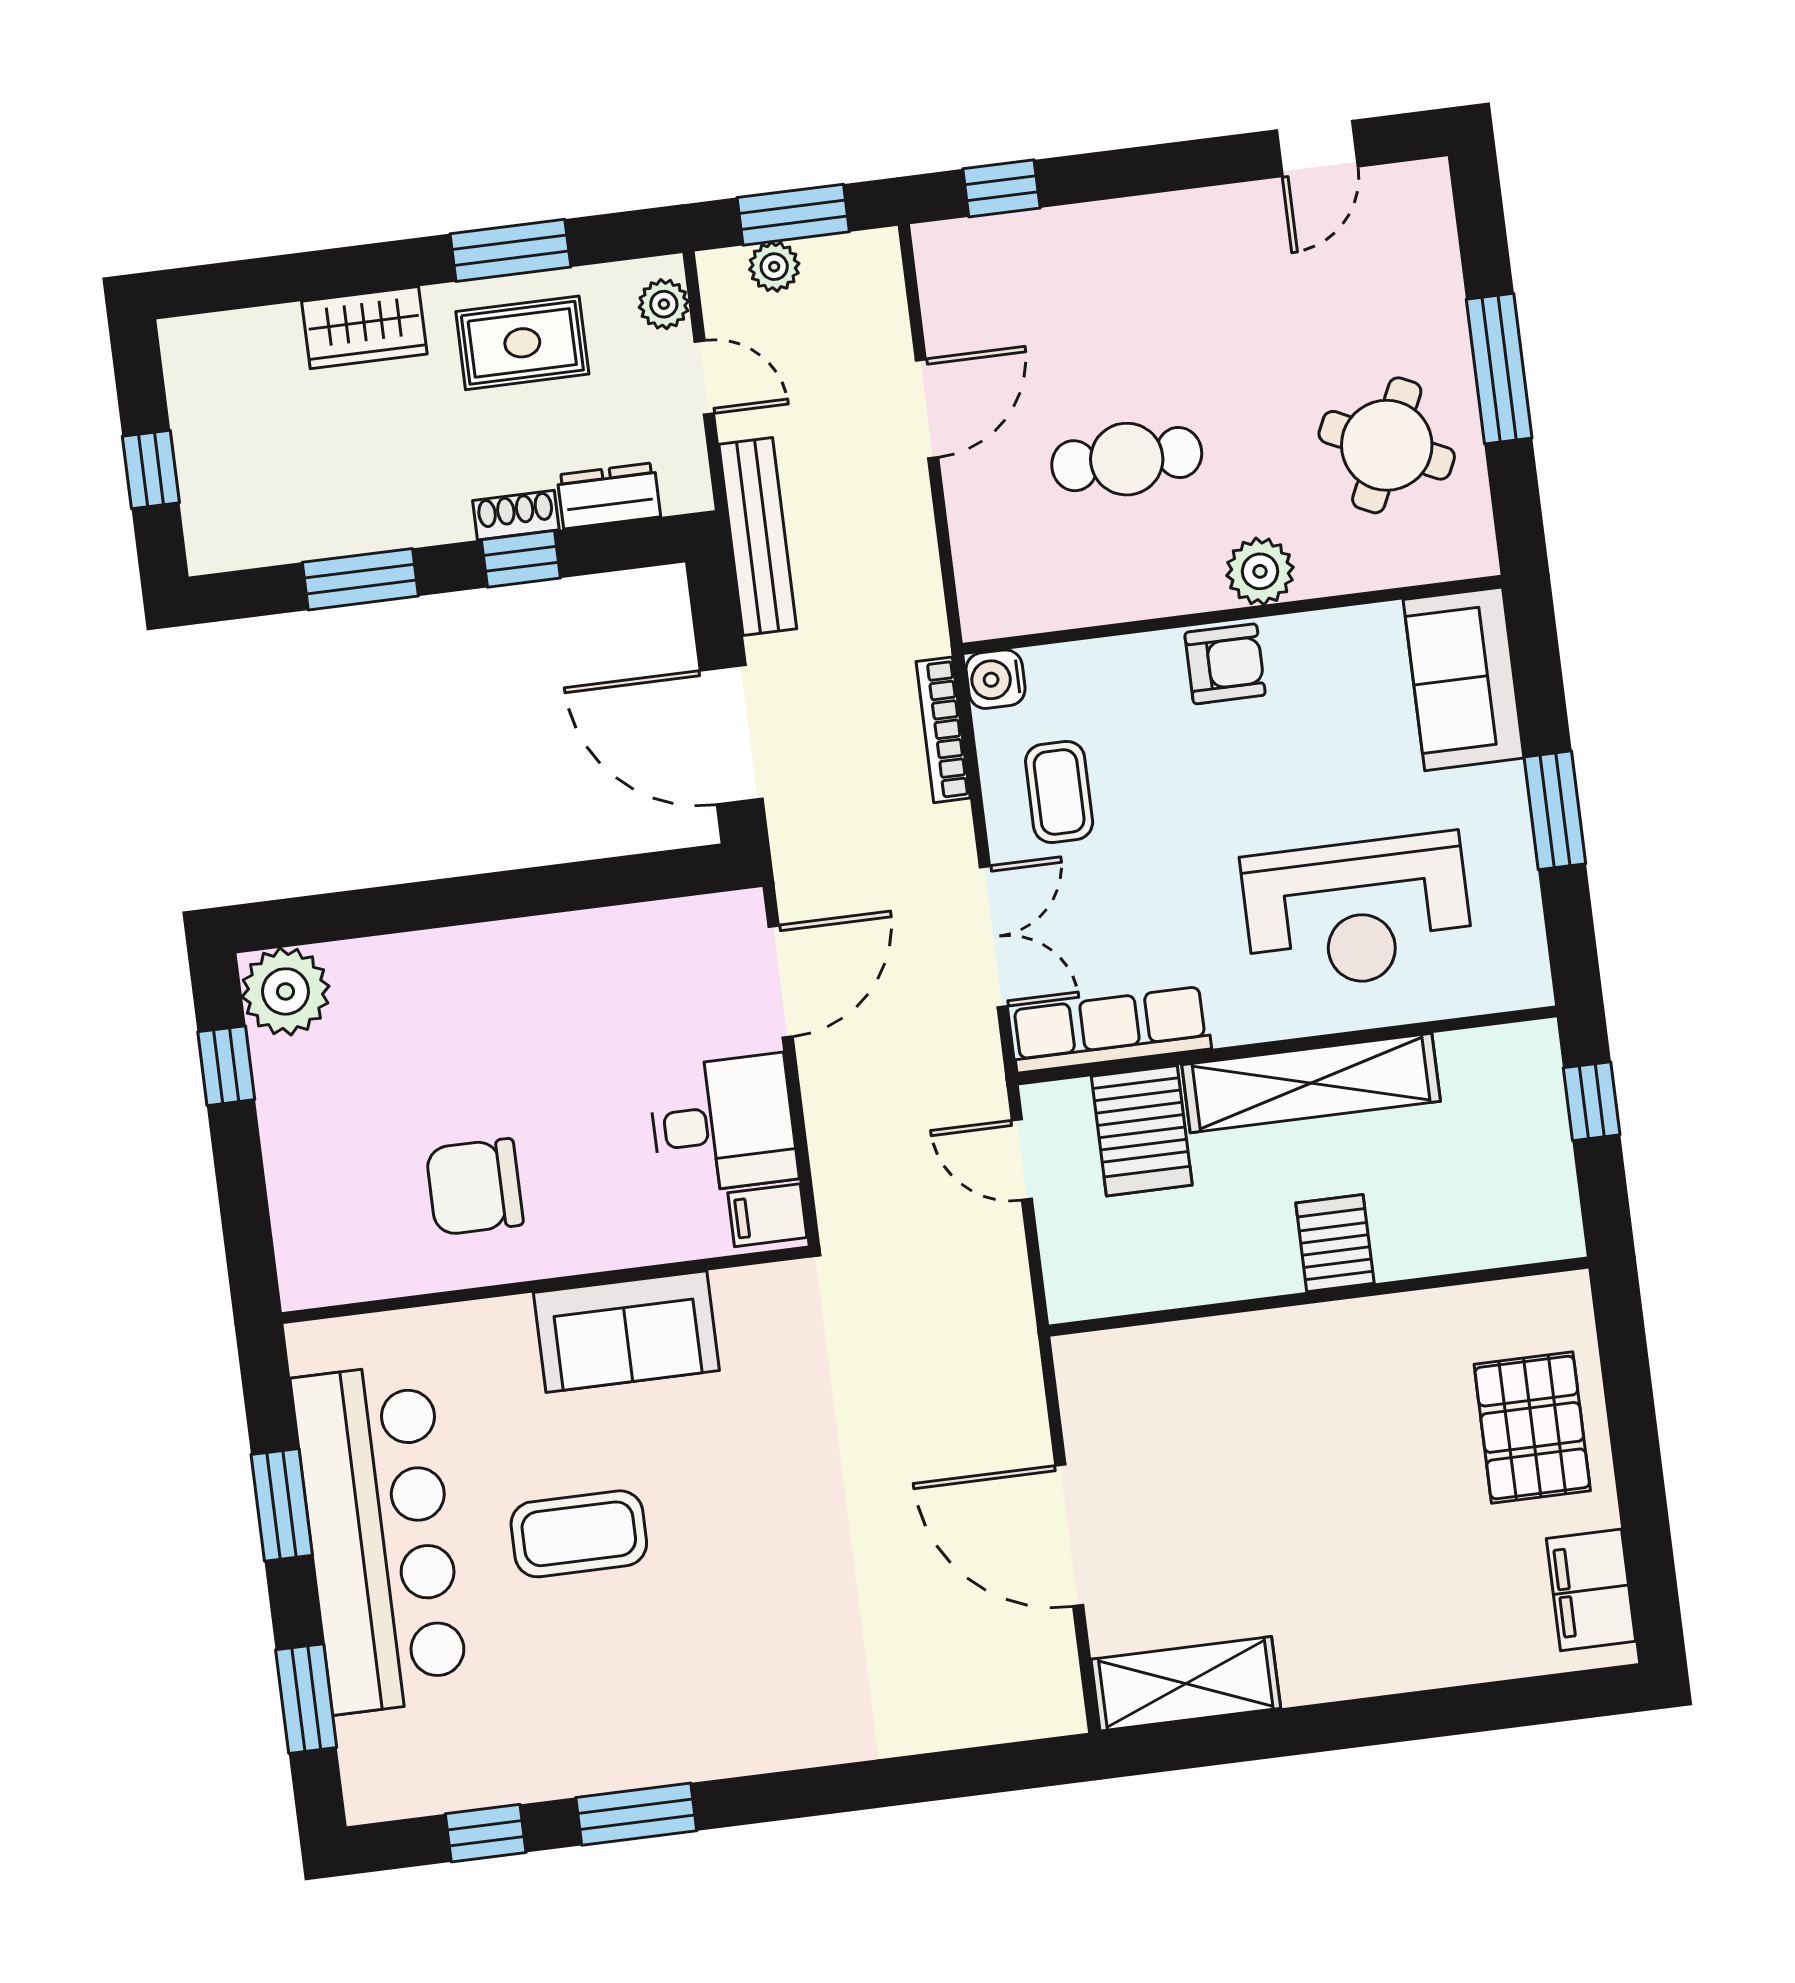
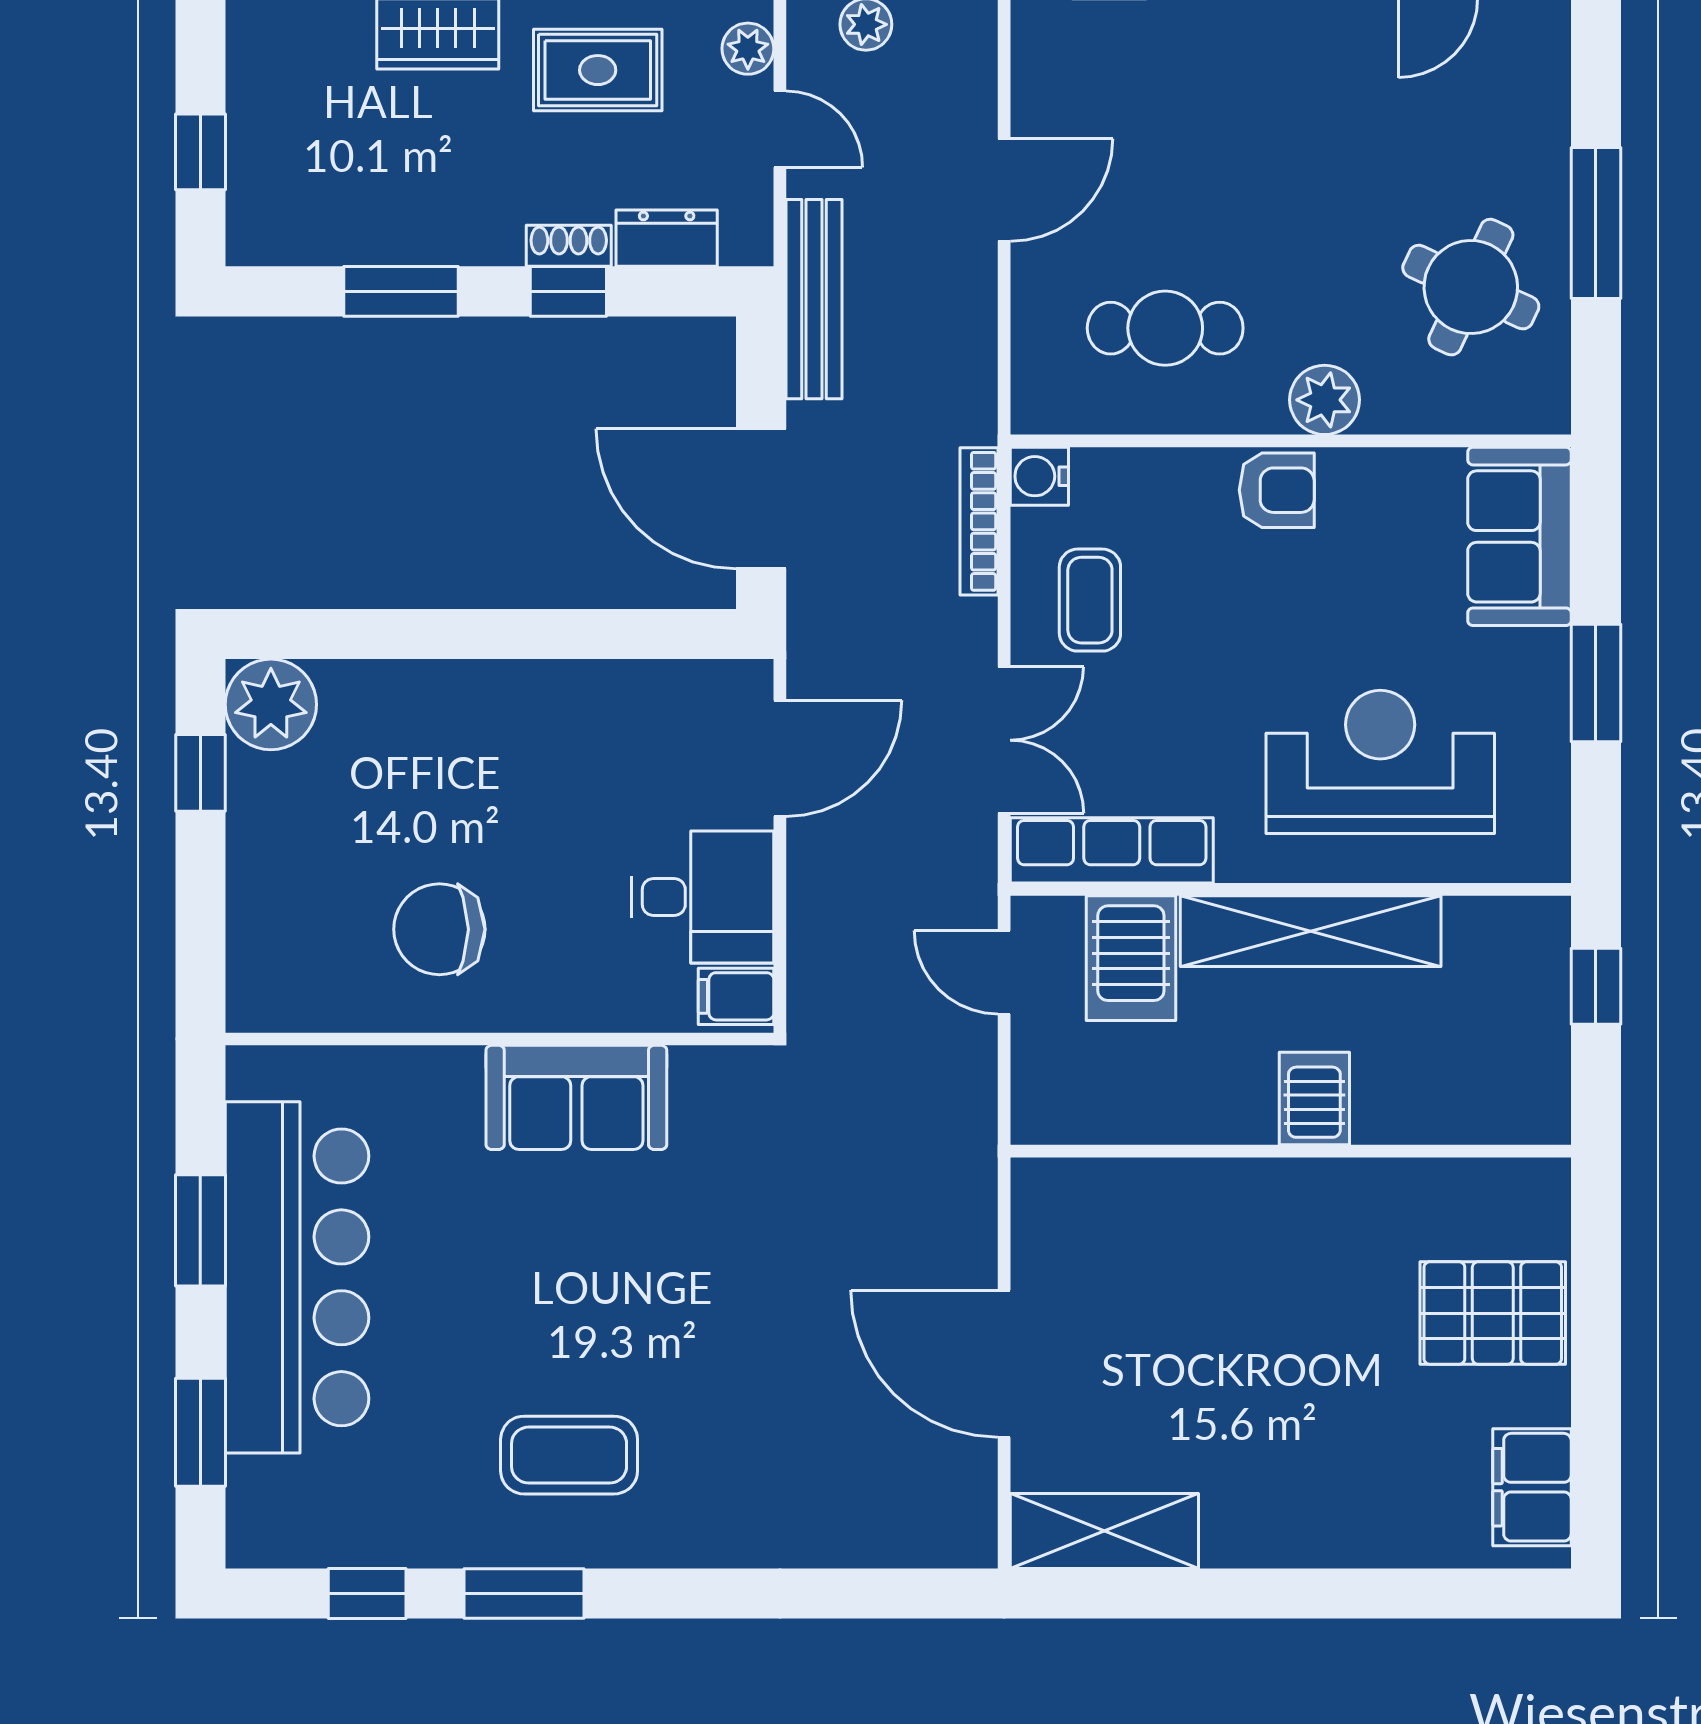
cafe table: (1127, 459) -> (1165, 328), moved
reception desk: (1357, 912) -> (1380, 762), turned 180
pallet: (1532, 1427) -> (1493, 1313), turned 90
coffee table: (579, 1534) -> (569, 1455), moved

